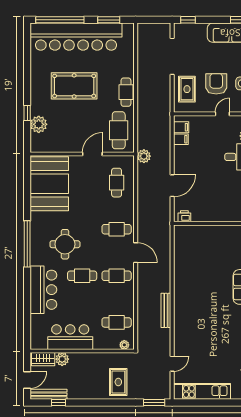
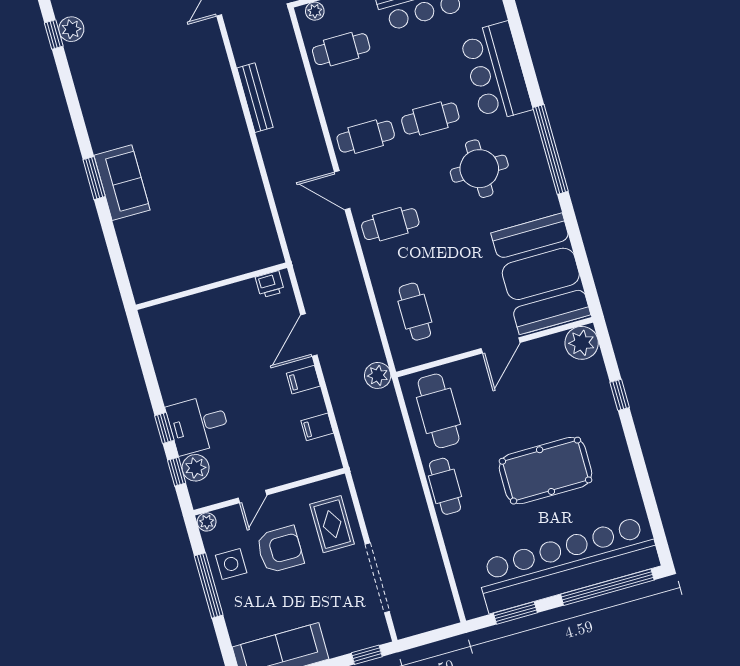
armchair: (216, 84) -> (280, 549), turned -90
plant: (39, 124) -> (582, 343), moved
filing cabinet: (181, 127) -> (303, 380), moved
door: (92, 154) -> (501, 345), moved

